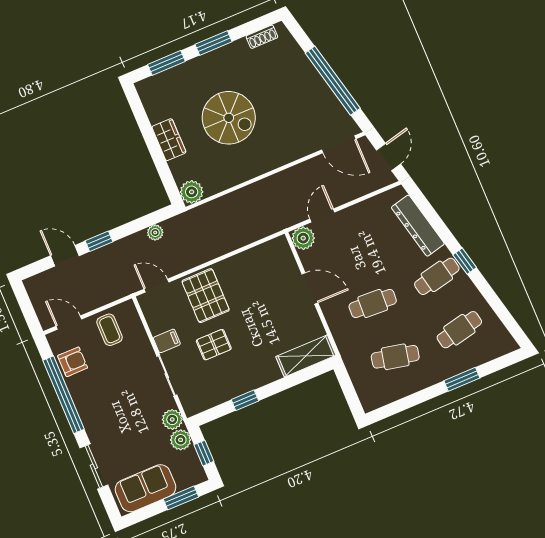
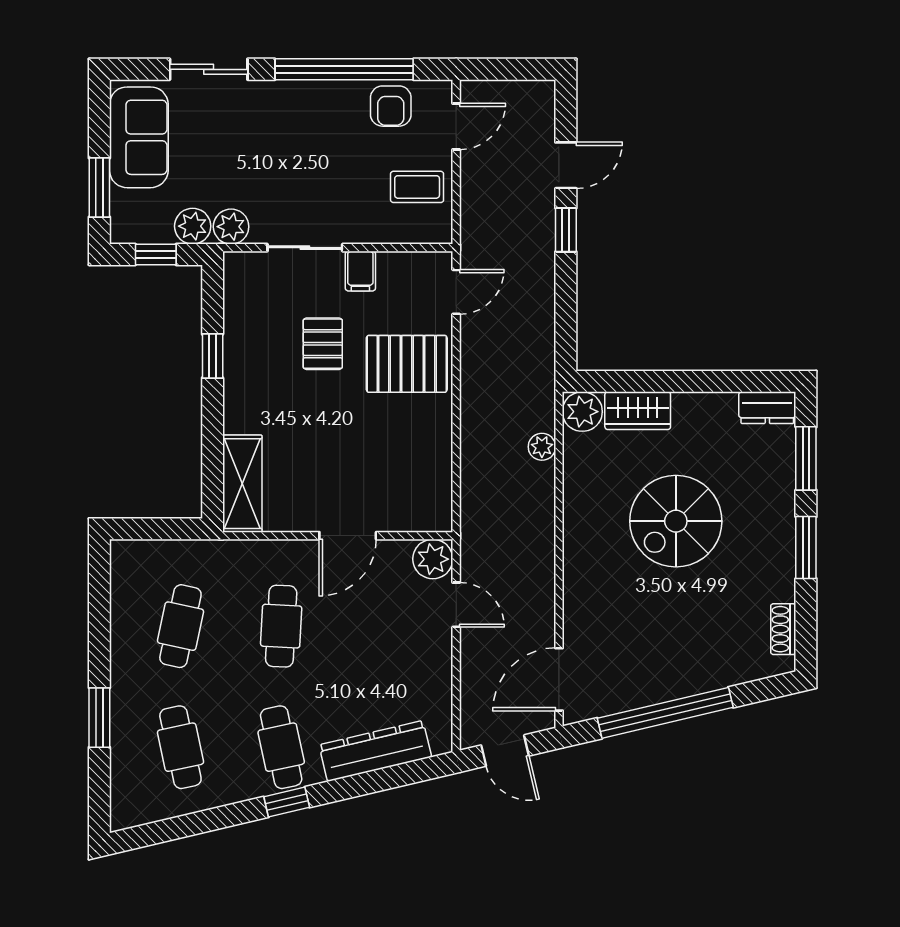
dresser: (148, 95) -> (767, 408), added
wardrobe: (169, 140) -> (638, 411), moved
plant: (155, 232) -> (542, 447), moved

